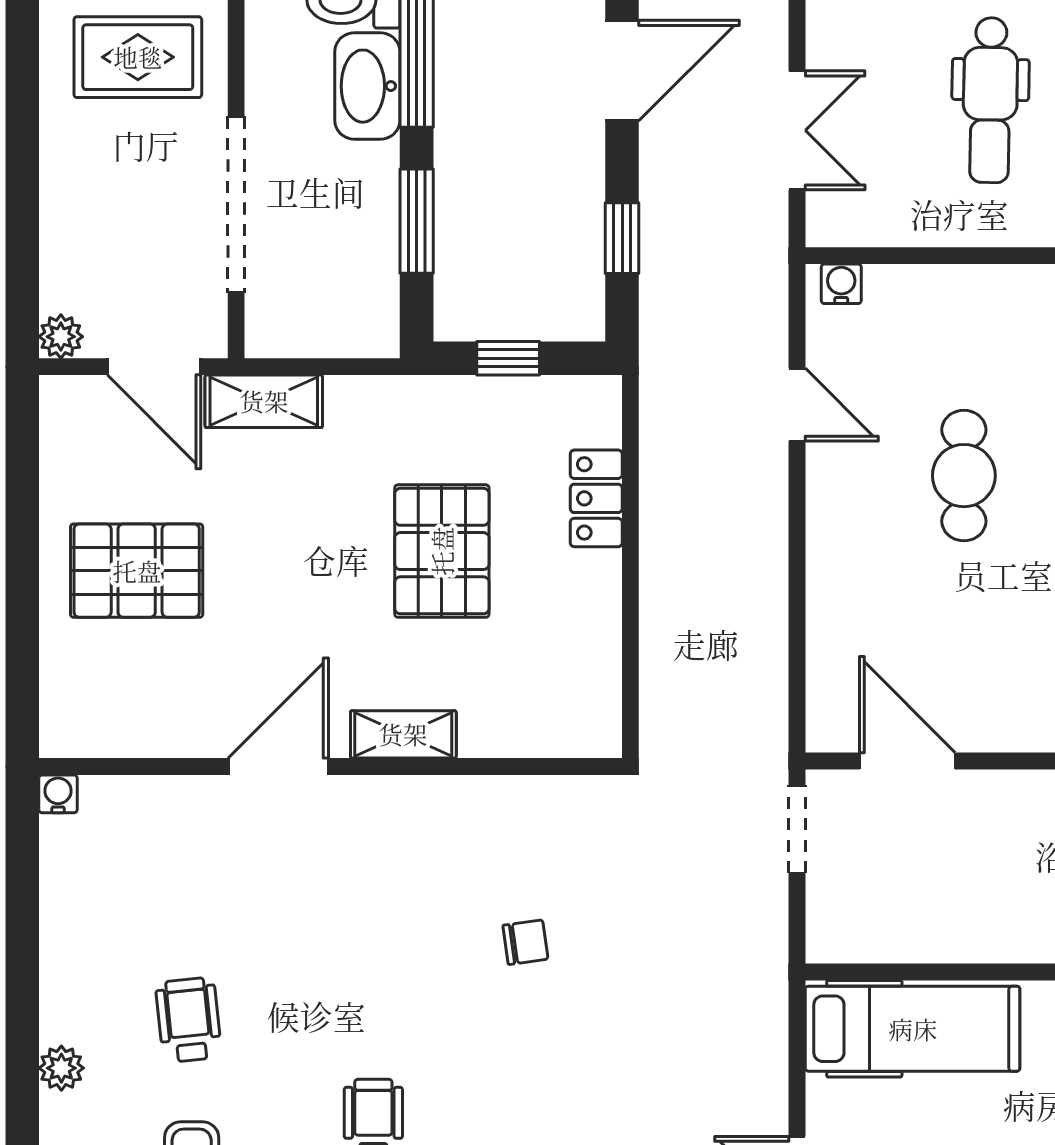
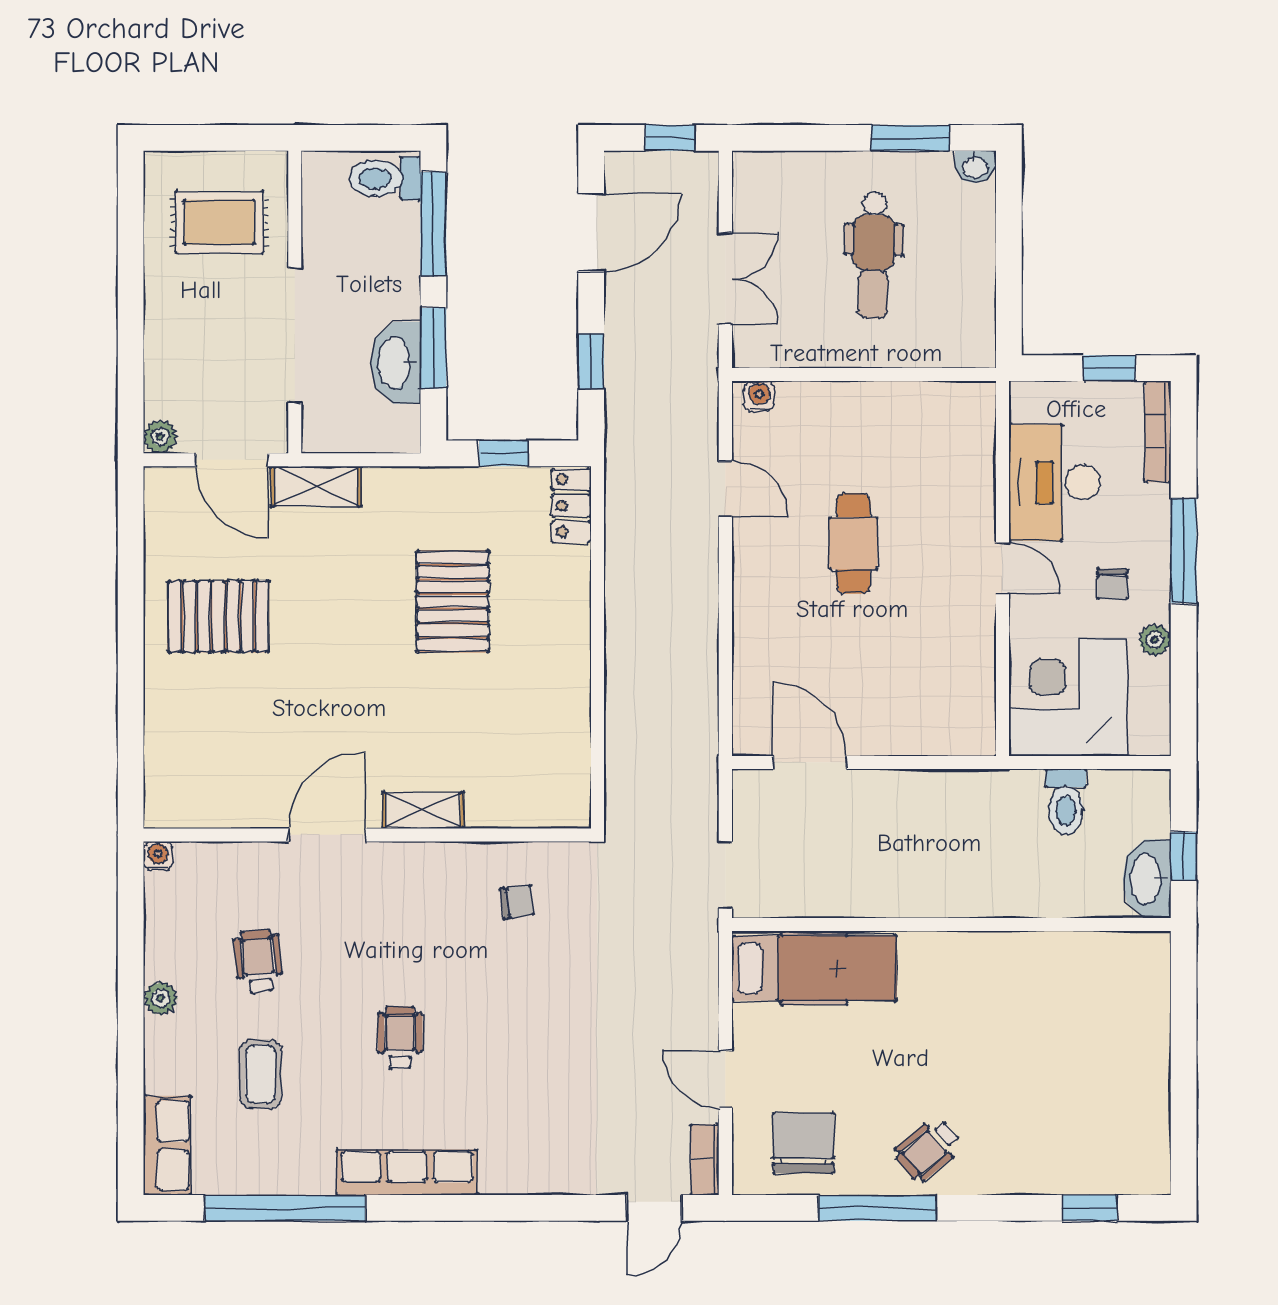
washbasin: (367, 86) -> (396, 363), moved
locker: (596, 498) -> (571, 506), moved
shelving: (403, 734) -> (423, 810), moved
door: (278, 766) -> (327, 835), moved
wall: (331, 766) -> (367, 835), moved
water cooler: (58, 794) -> (158, 856), moved
doorway: (797, 829) -> (725, 875), moved

